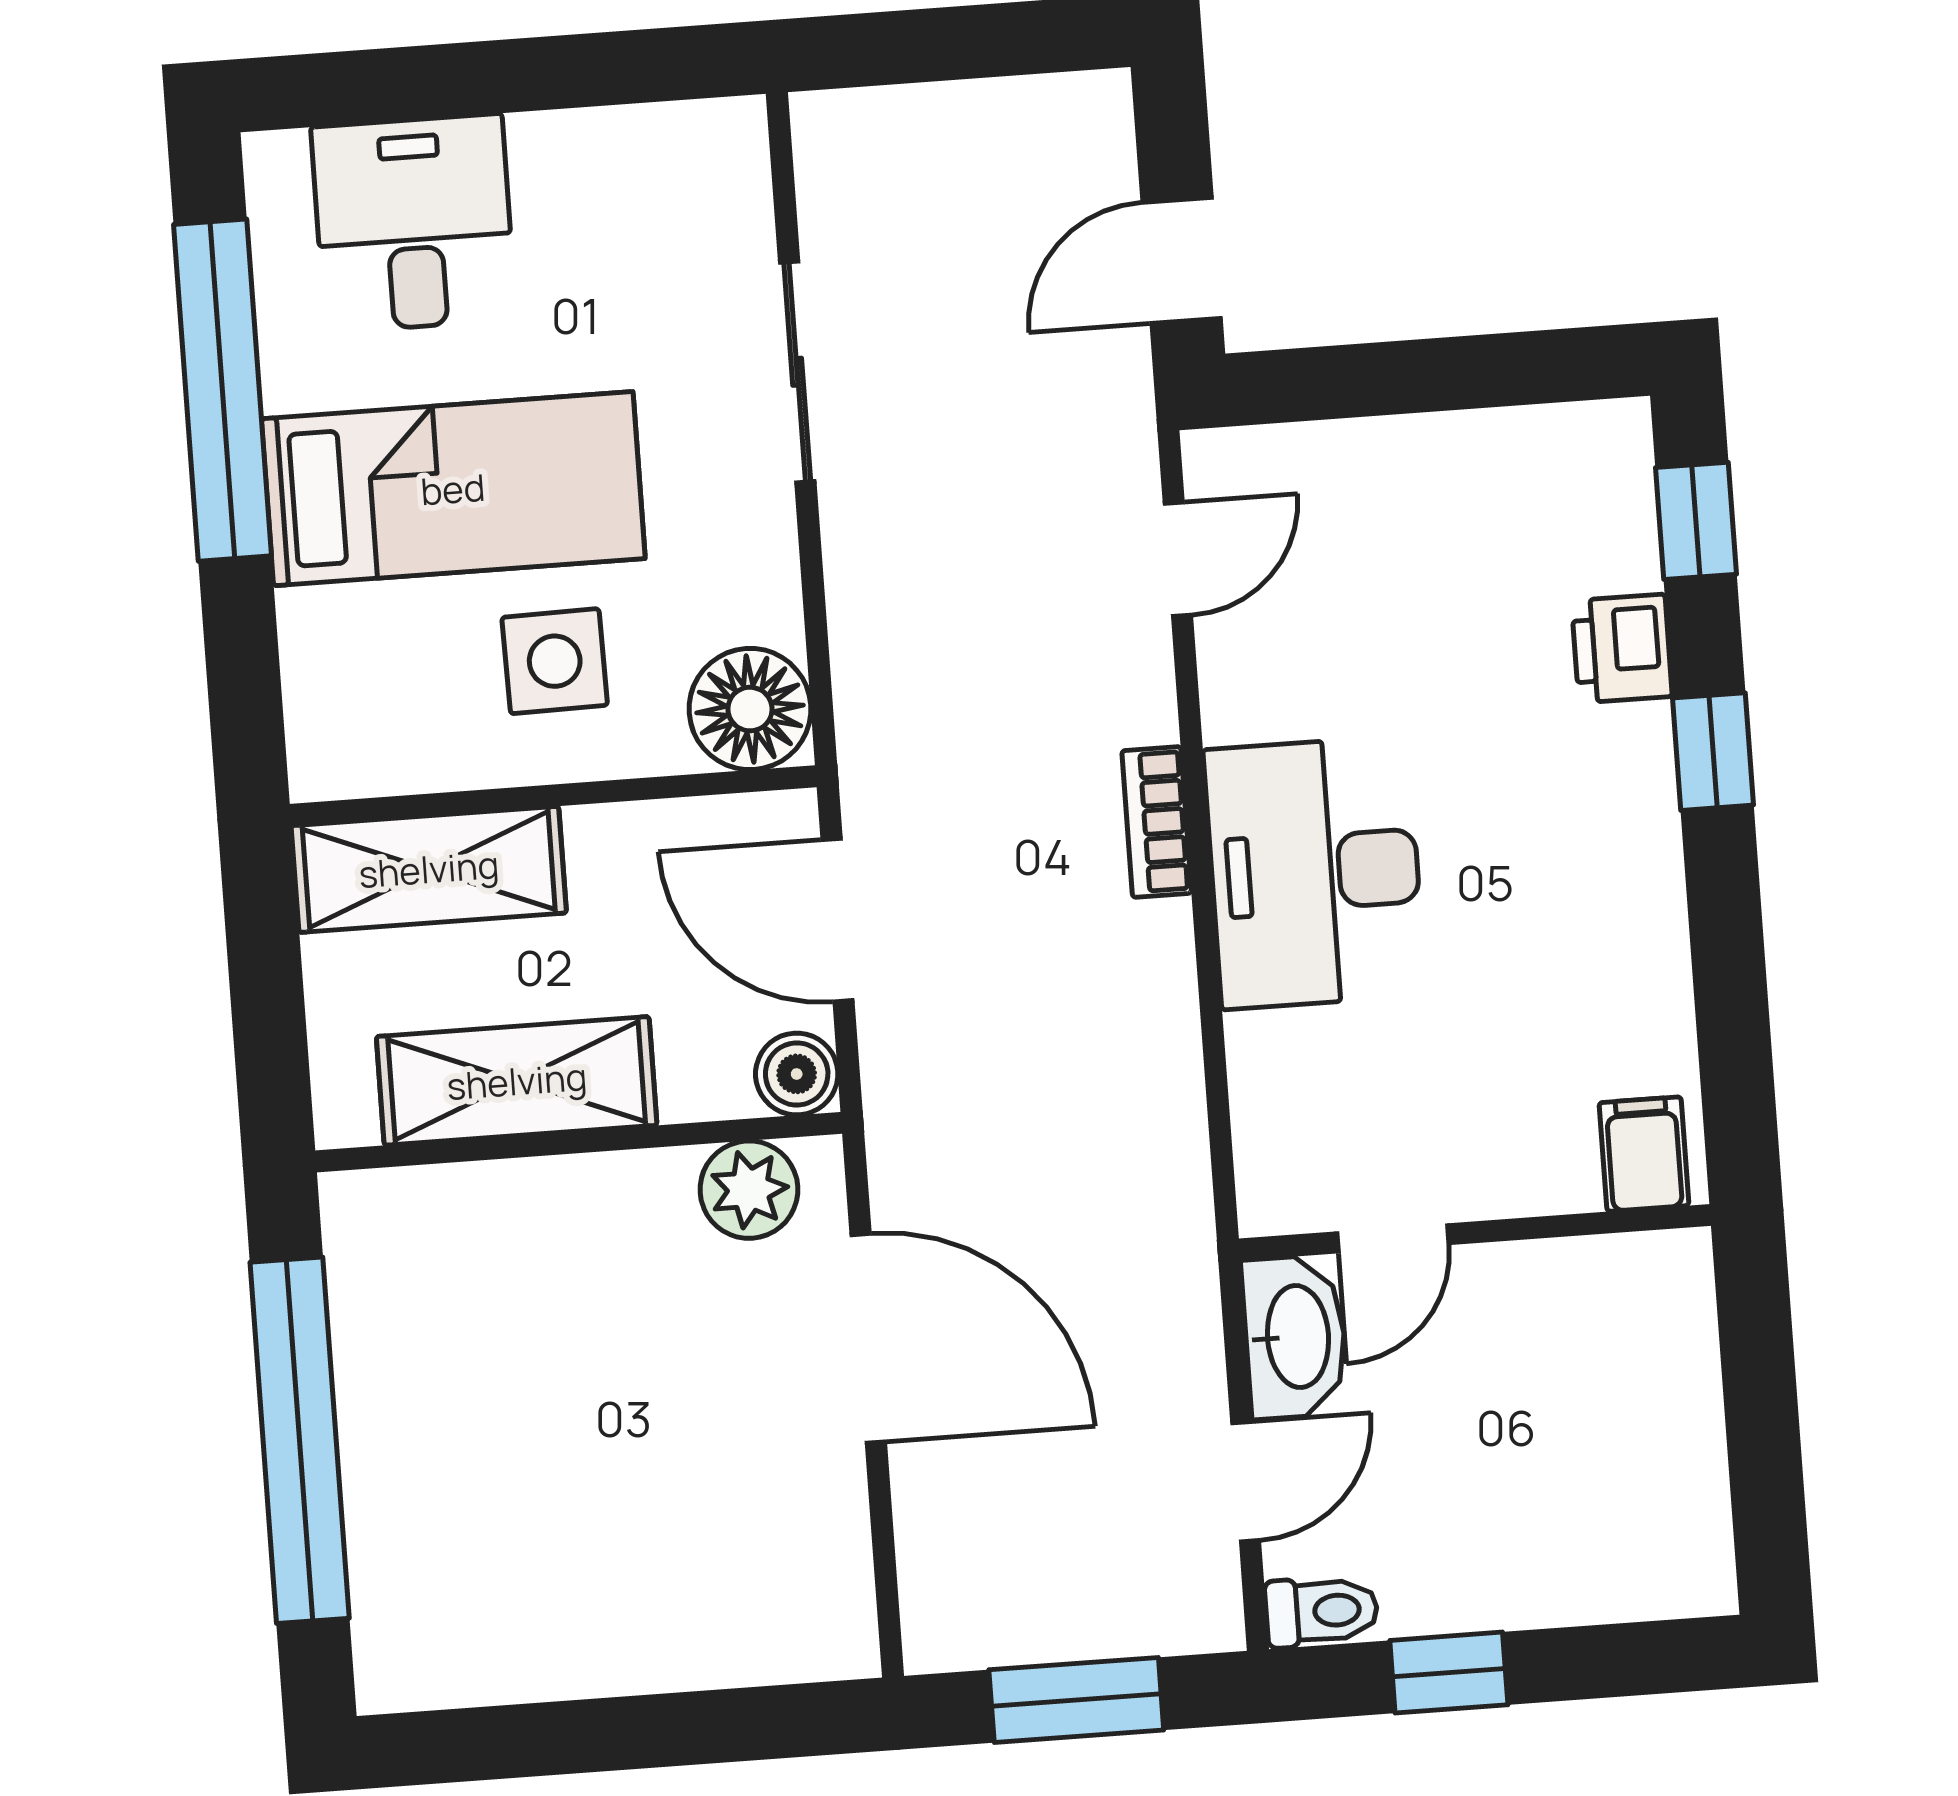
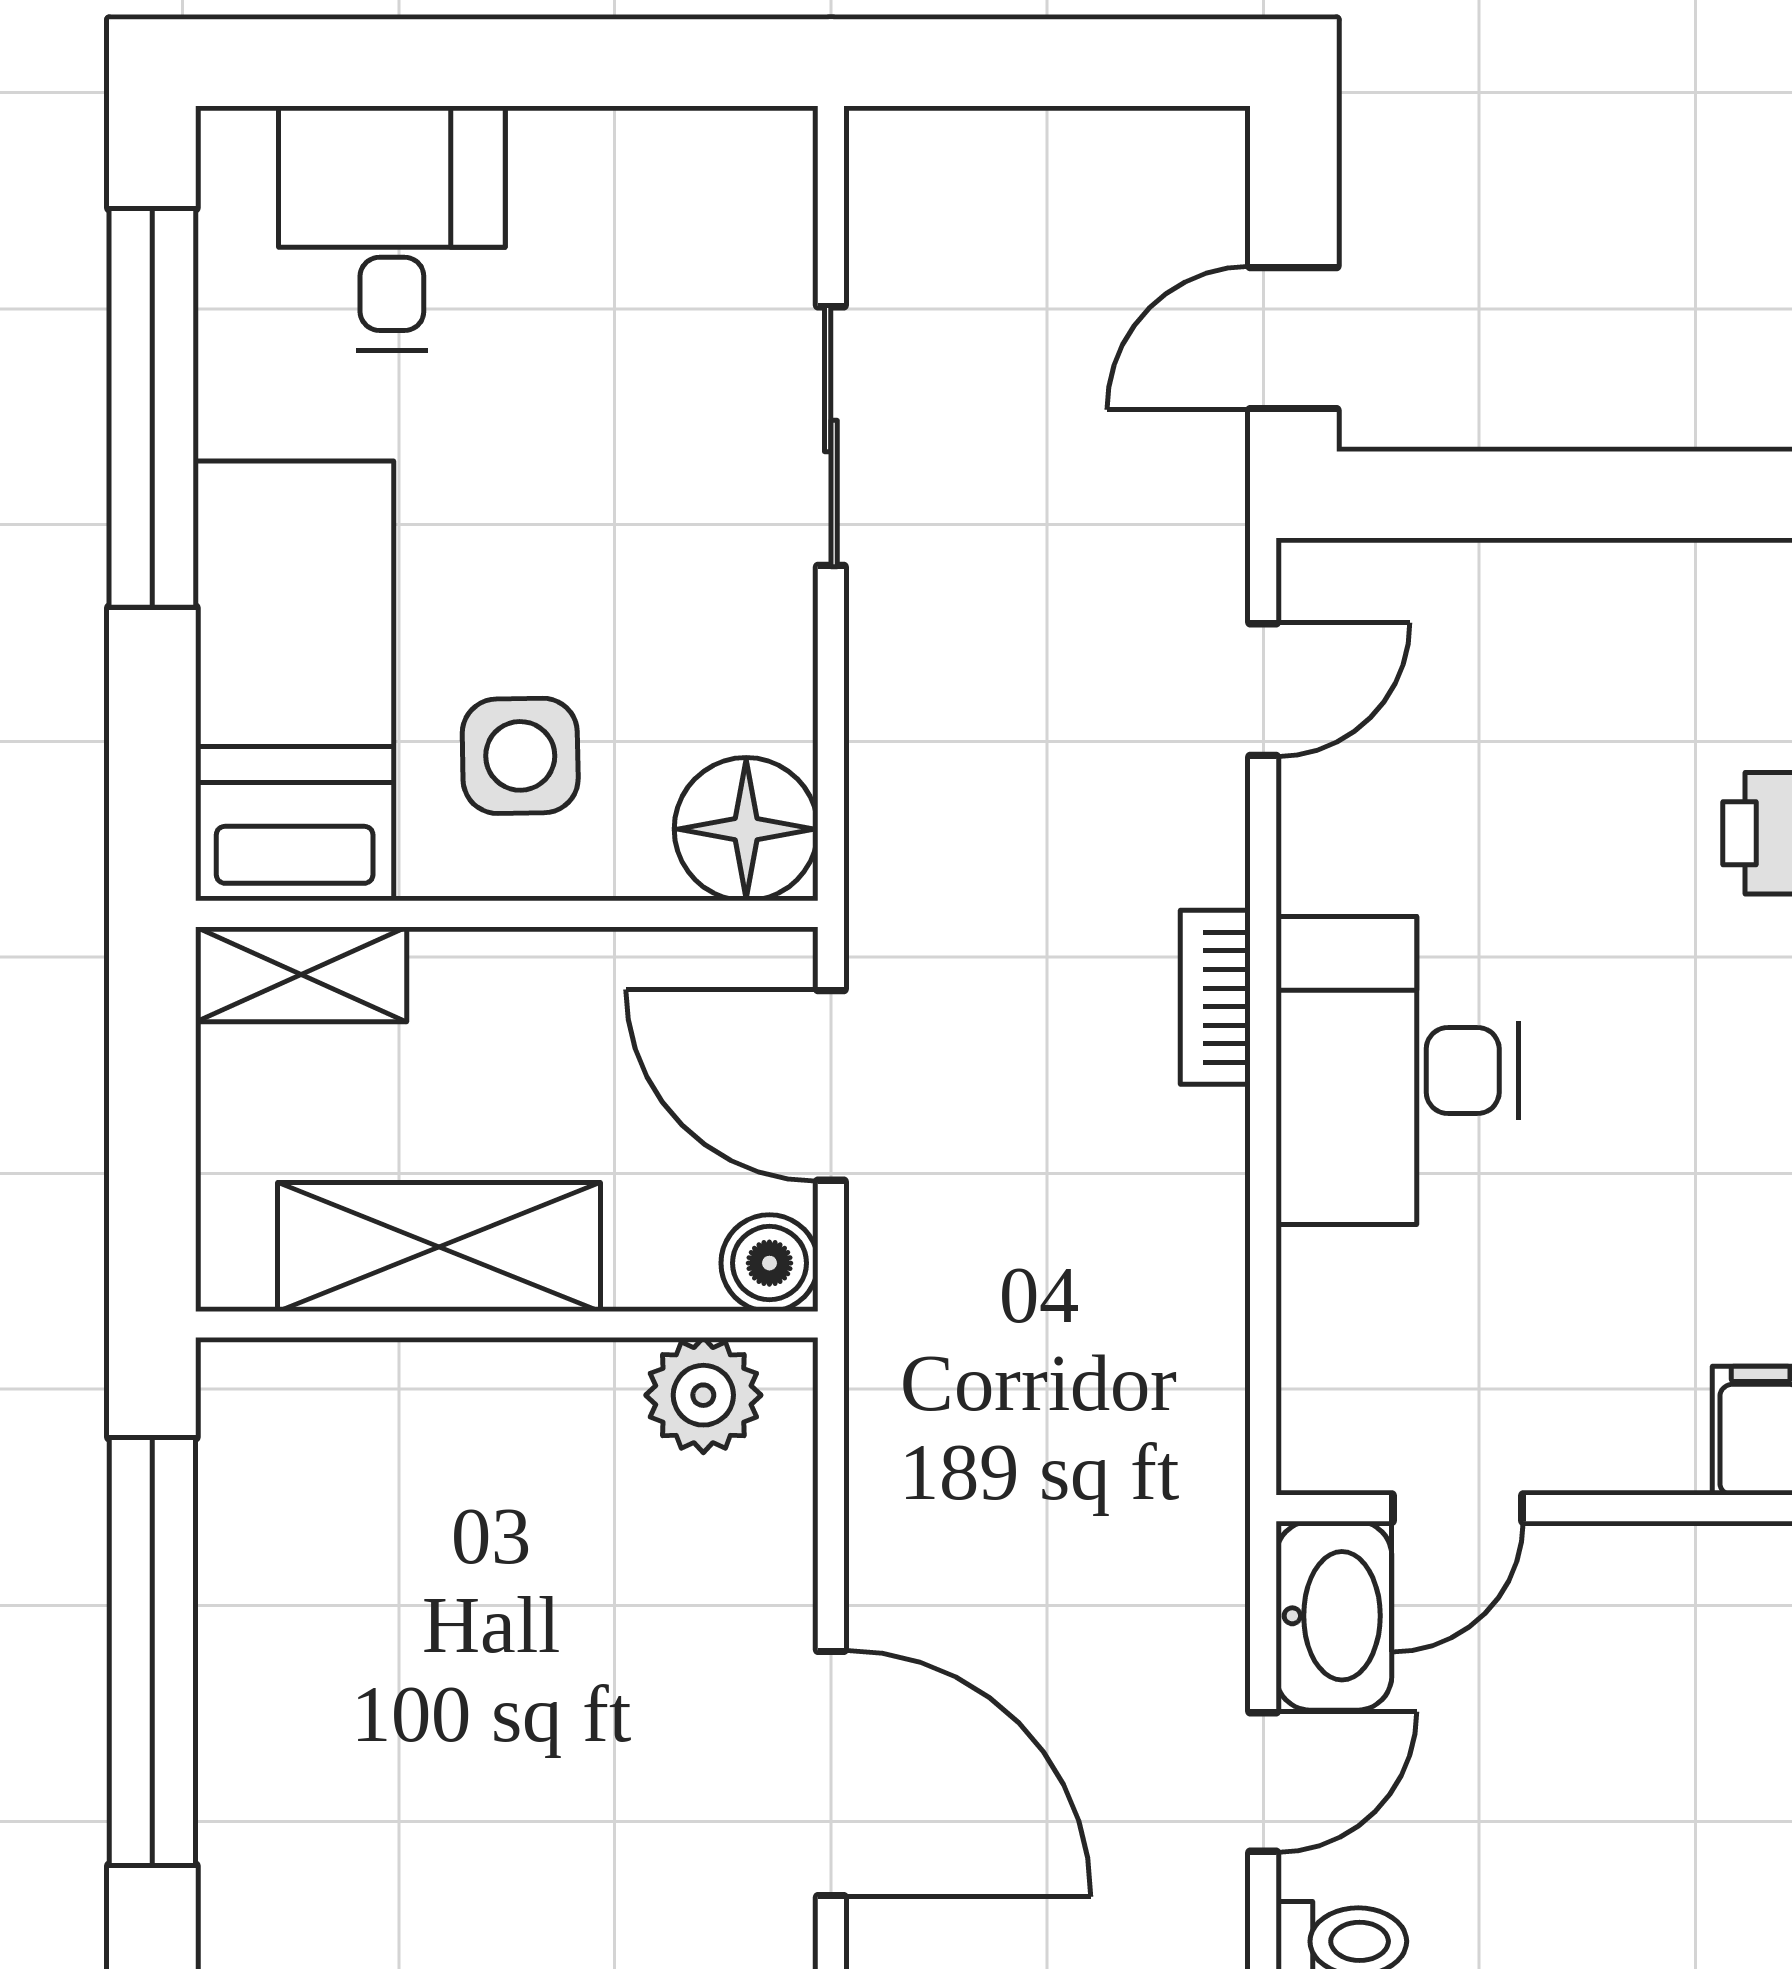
bed: (453, 489) -> (295, 681), moved, turned -90
shelving: (429, 869) -> (301, 974), width x0.67, depth x0.75
door: (868, 1338) -> (831, 1773), moved

